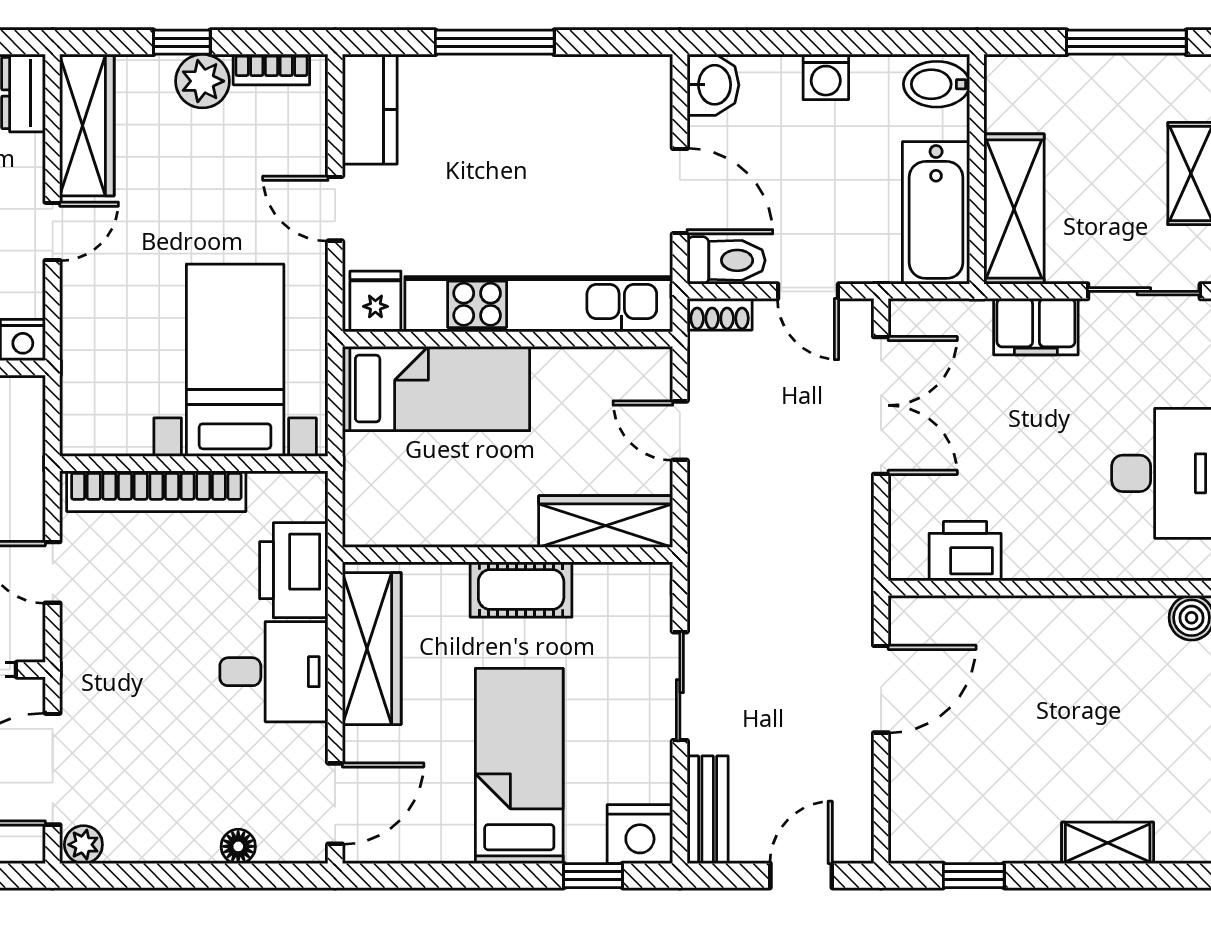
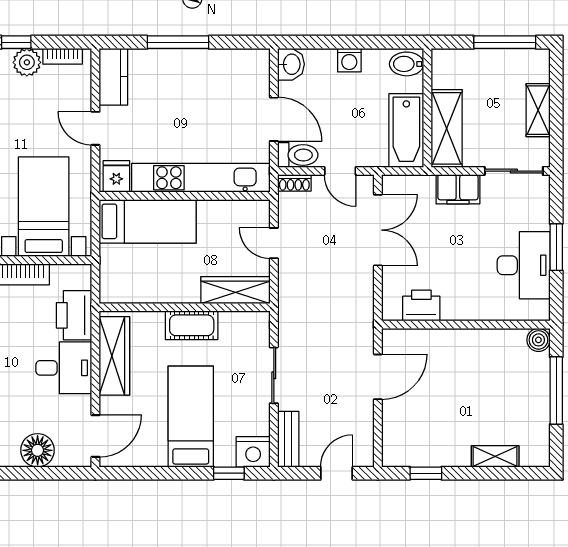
floor lamp: (238, 846) -> (38, 450), width x1.89, depth x1.89

